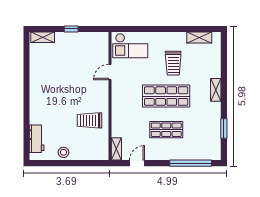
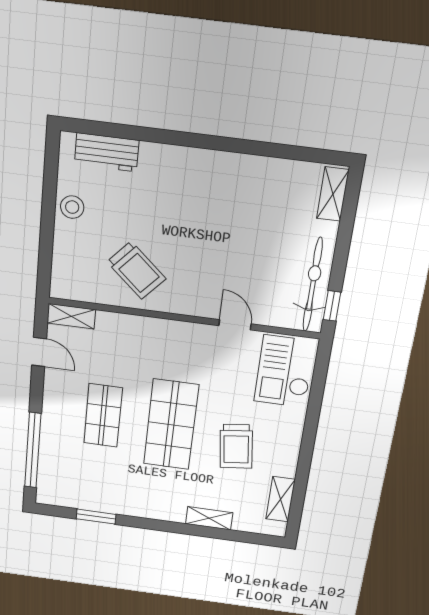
window: (71, 29) -> (332, 306), moved
bicycle: (86, 39) -> (313, 285), added
trolley: (173, 63) -> (236, 446), turned -97
shelving: (216, 90) -> (209, 518), moved
trolley: (90, 120) -> (136, 270), turned 132

